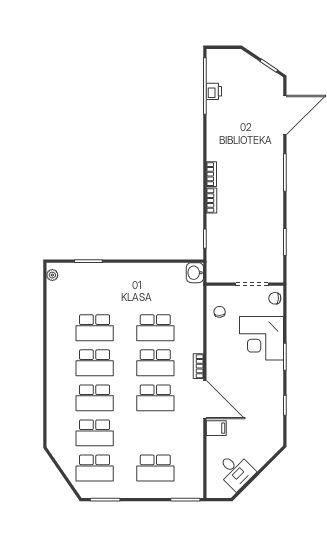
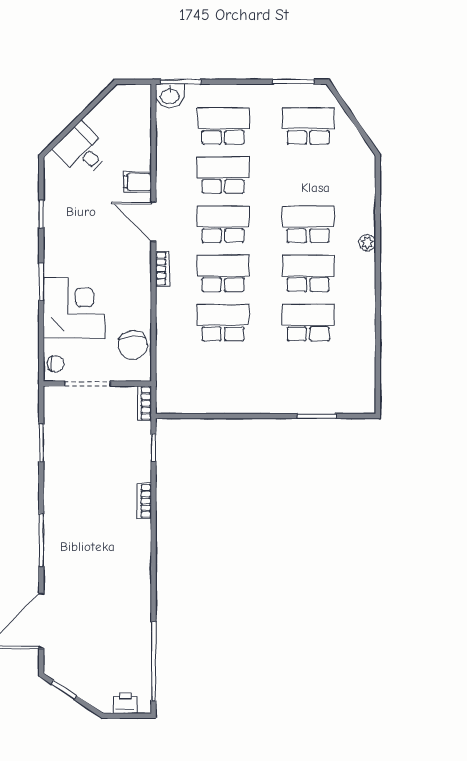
printer: (214, 91) -> (125, 703), moved, turned 90
bookcase: (211, 174) -> (144, 403), moved
washbasin: (195, 273) -> (170, 96), moved, turned 90
plant: (52, 275) -> (367, 243), moved
chair: (220, 312) -> (133, 345), width x1.87, depth x1.87
door: (205, 400) -> (153, 222), width x0.73
school desk: (95, 433) -> (223, 175), moved
desk: (236, 471) -> (82, 150), moved

